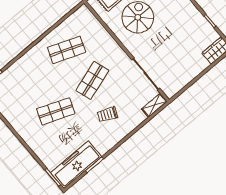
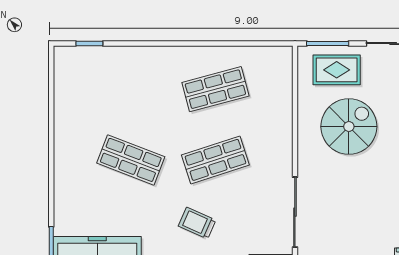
shop shelf: (67, 50) -> (215, 89), turned -36

